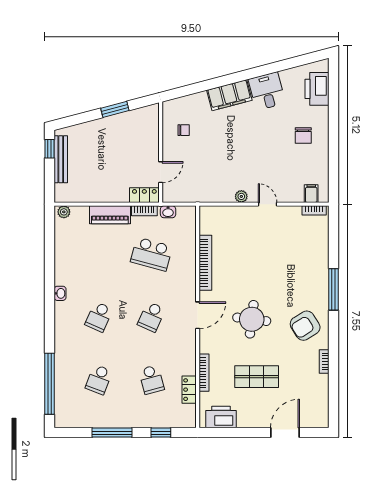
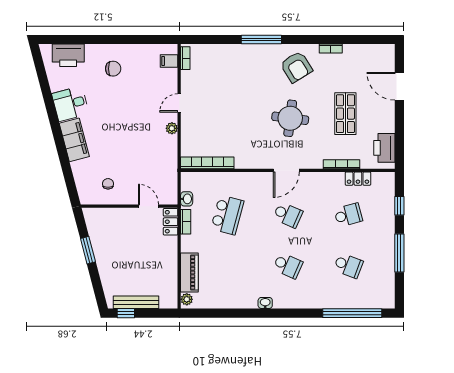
piano: (110, 215) -> (189, 273), moved
bookcase: (205, 263) -> (207, 163), moved
door: (198, 315) -> (286, 170), swing flipped

